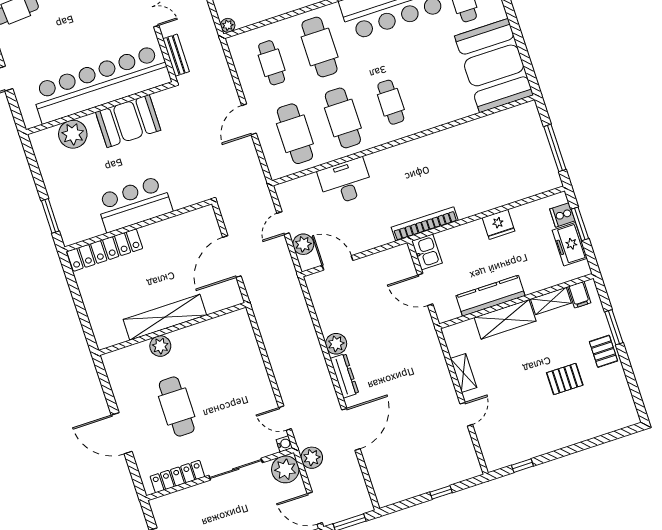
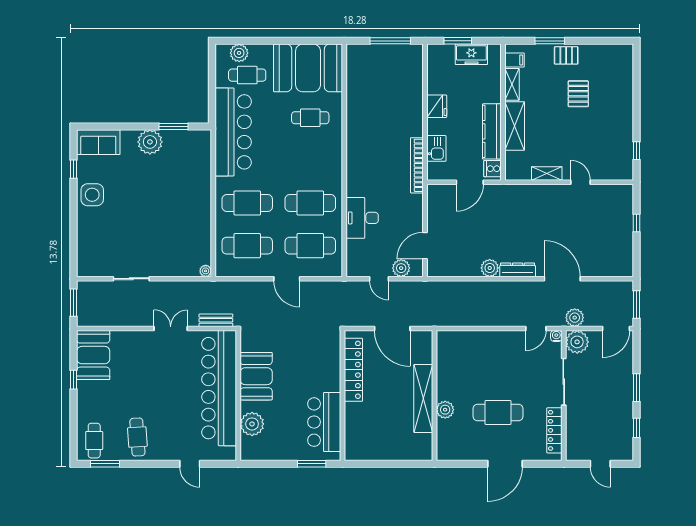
cafe table: (272, 63) -> (247, 246), width x1.37, depth x1.35
cafe table: (391, 102) -> (310, 118), moved
bar counter: (134, 204) -> (324, 422), moved
cooker: (562, 215) -> (492, 169), moved, turned 90
locker: (105, 250) -> (353, 370), moved
kitchen sink: (427, 252) -> (436, 148), moved, turned 90

